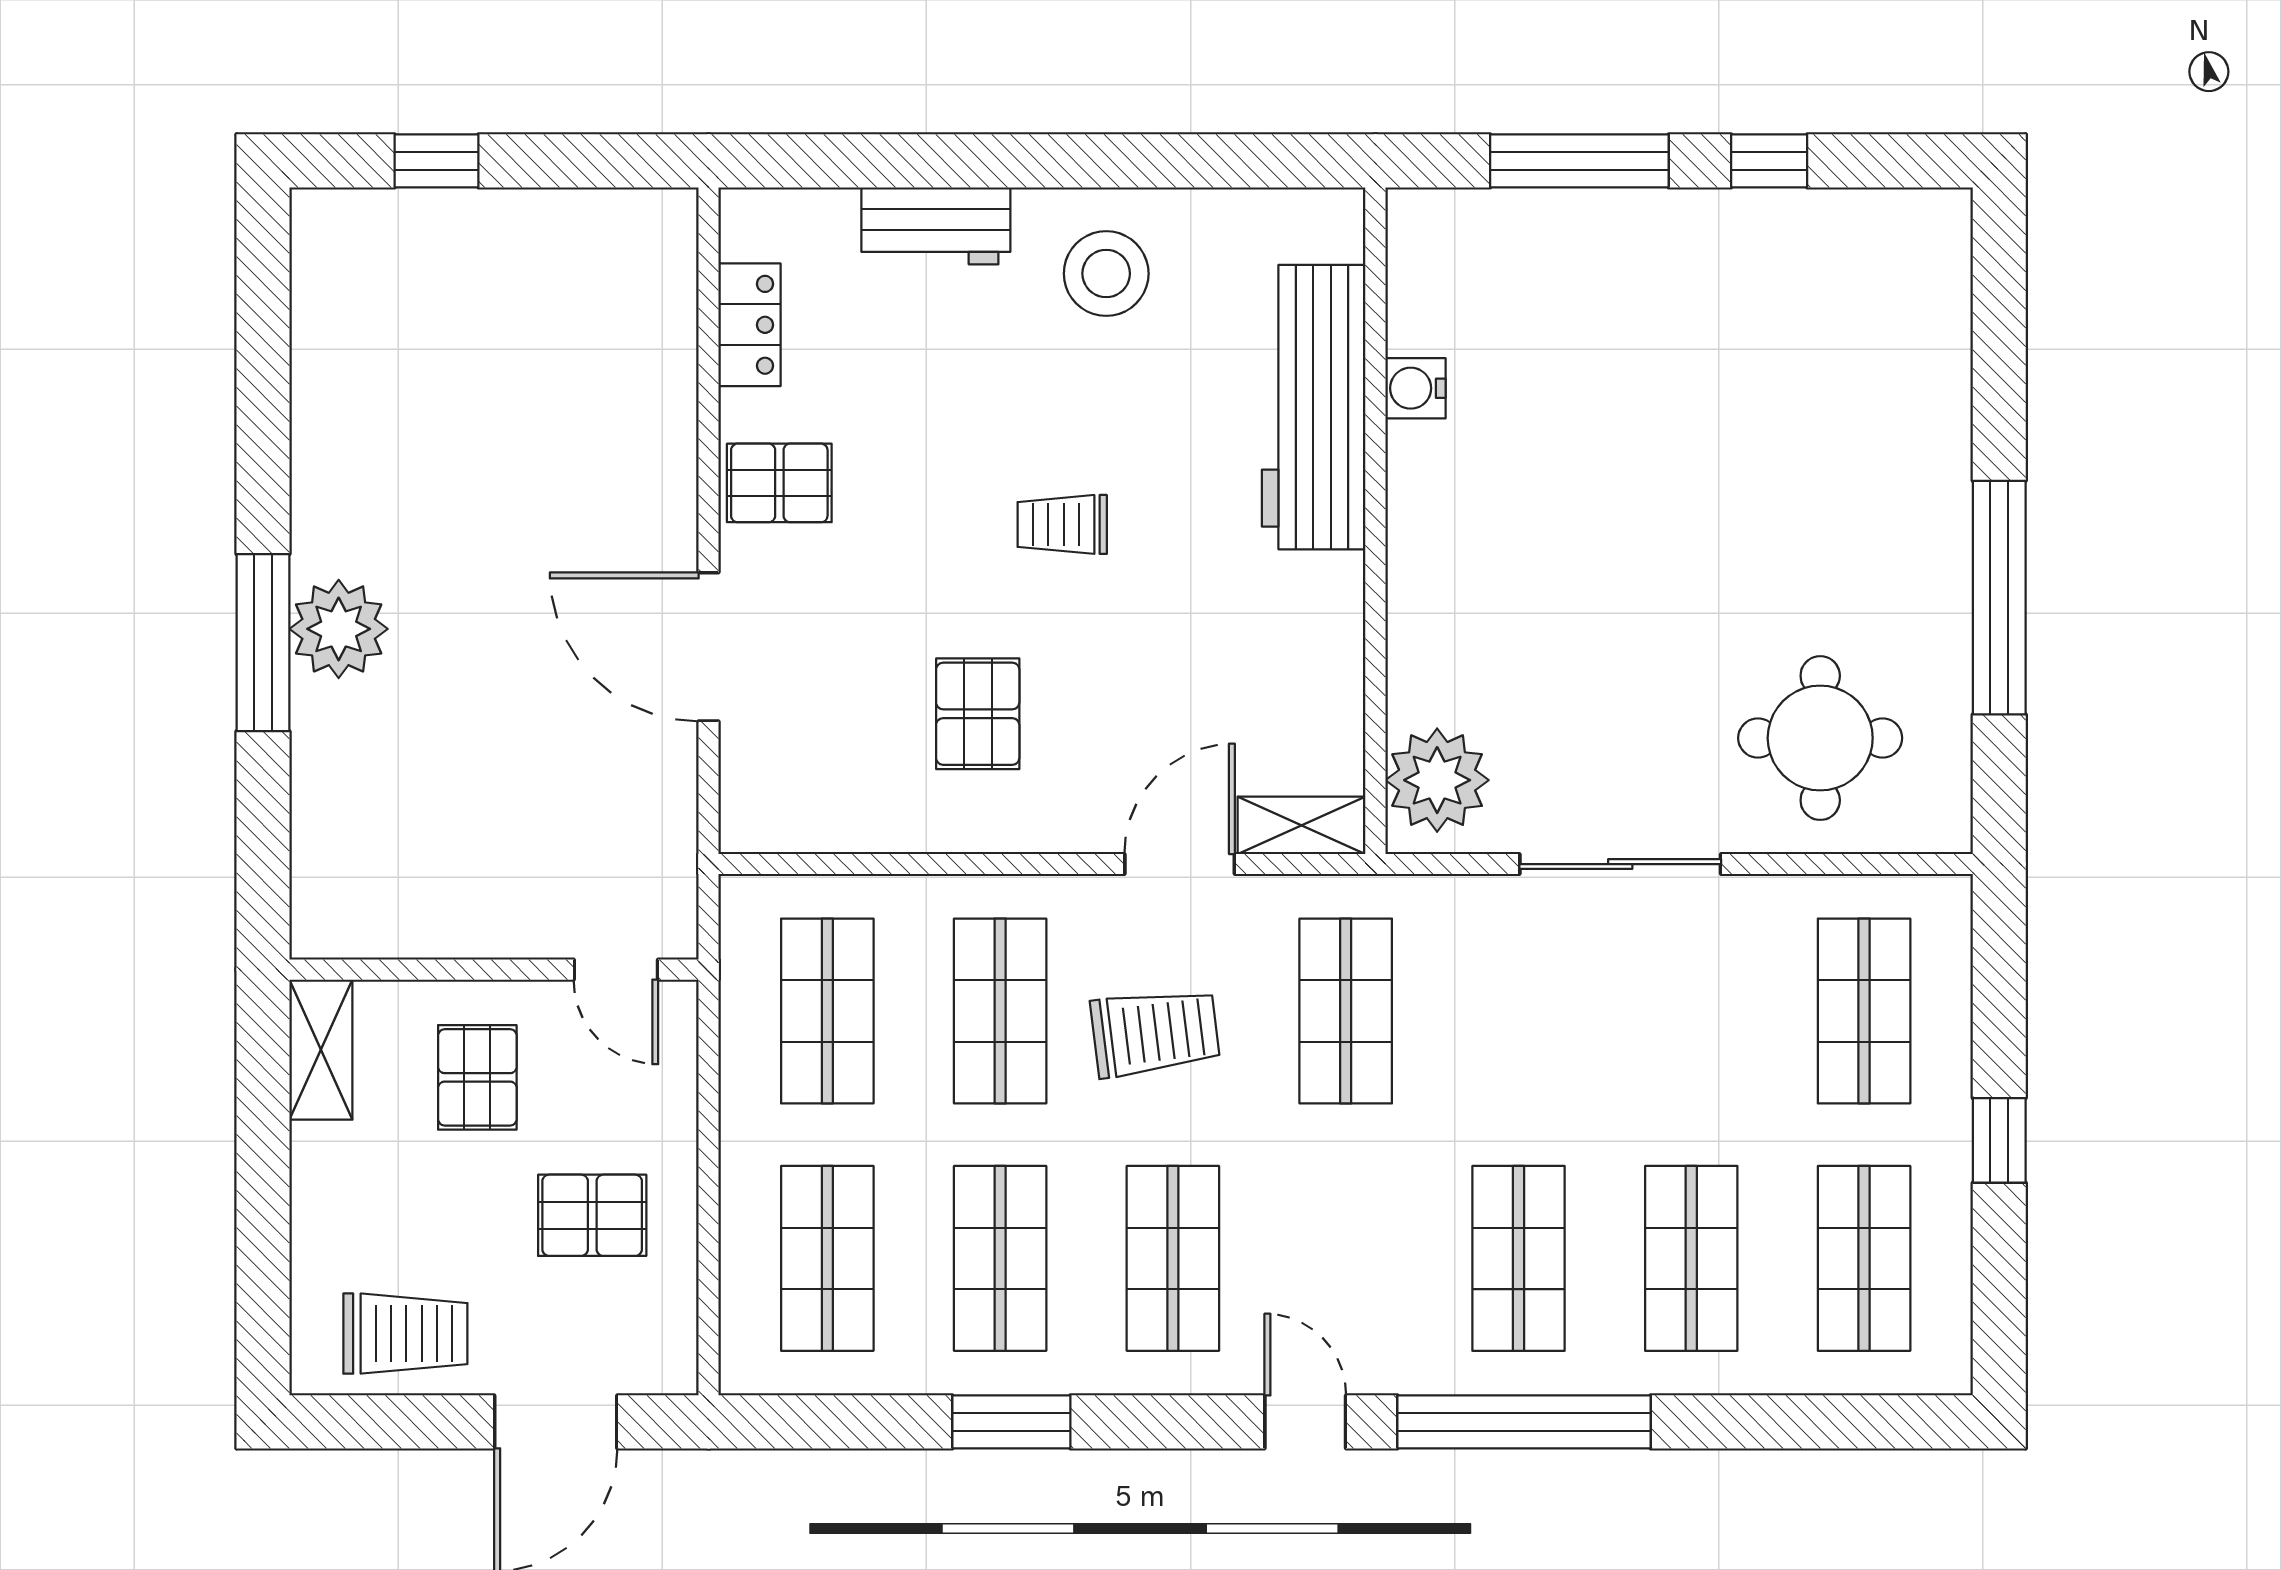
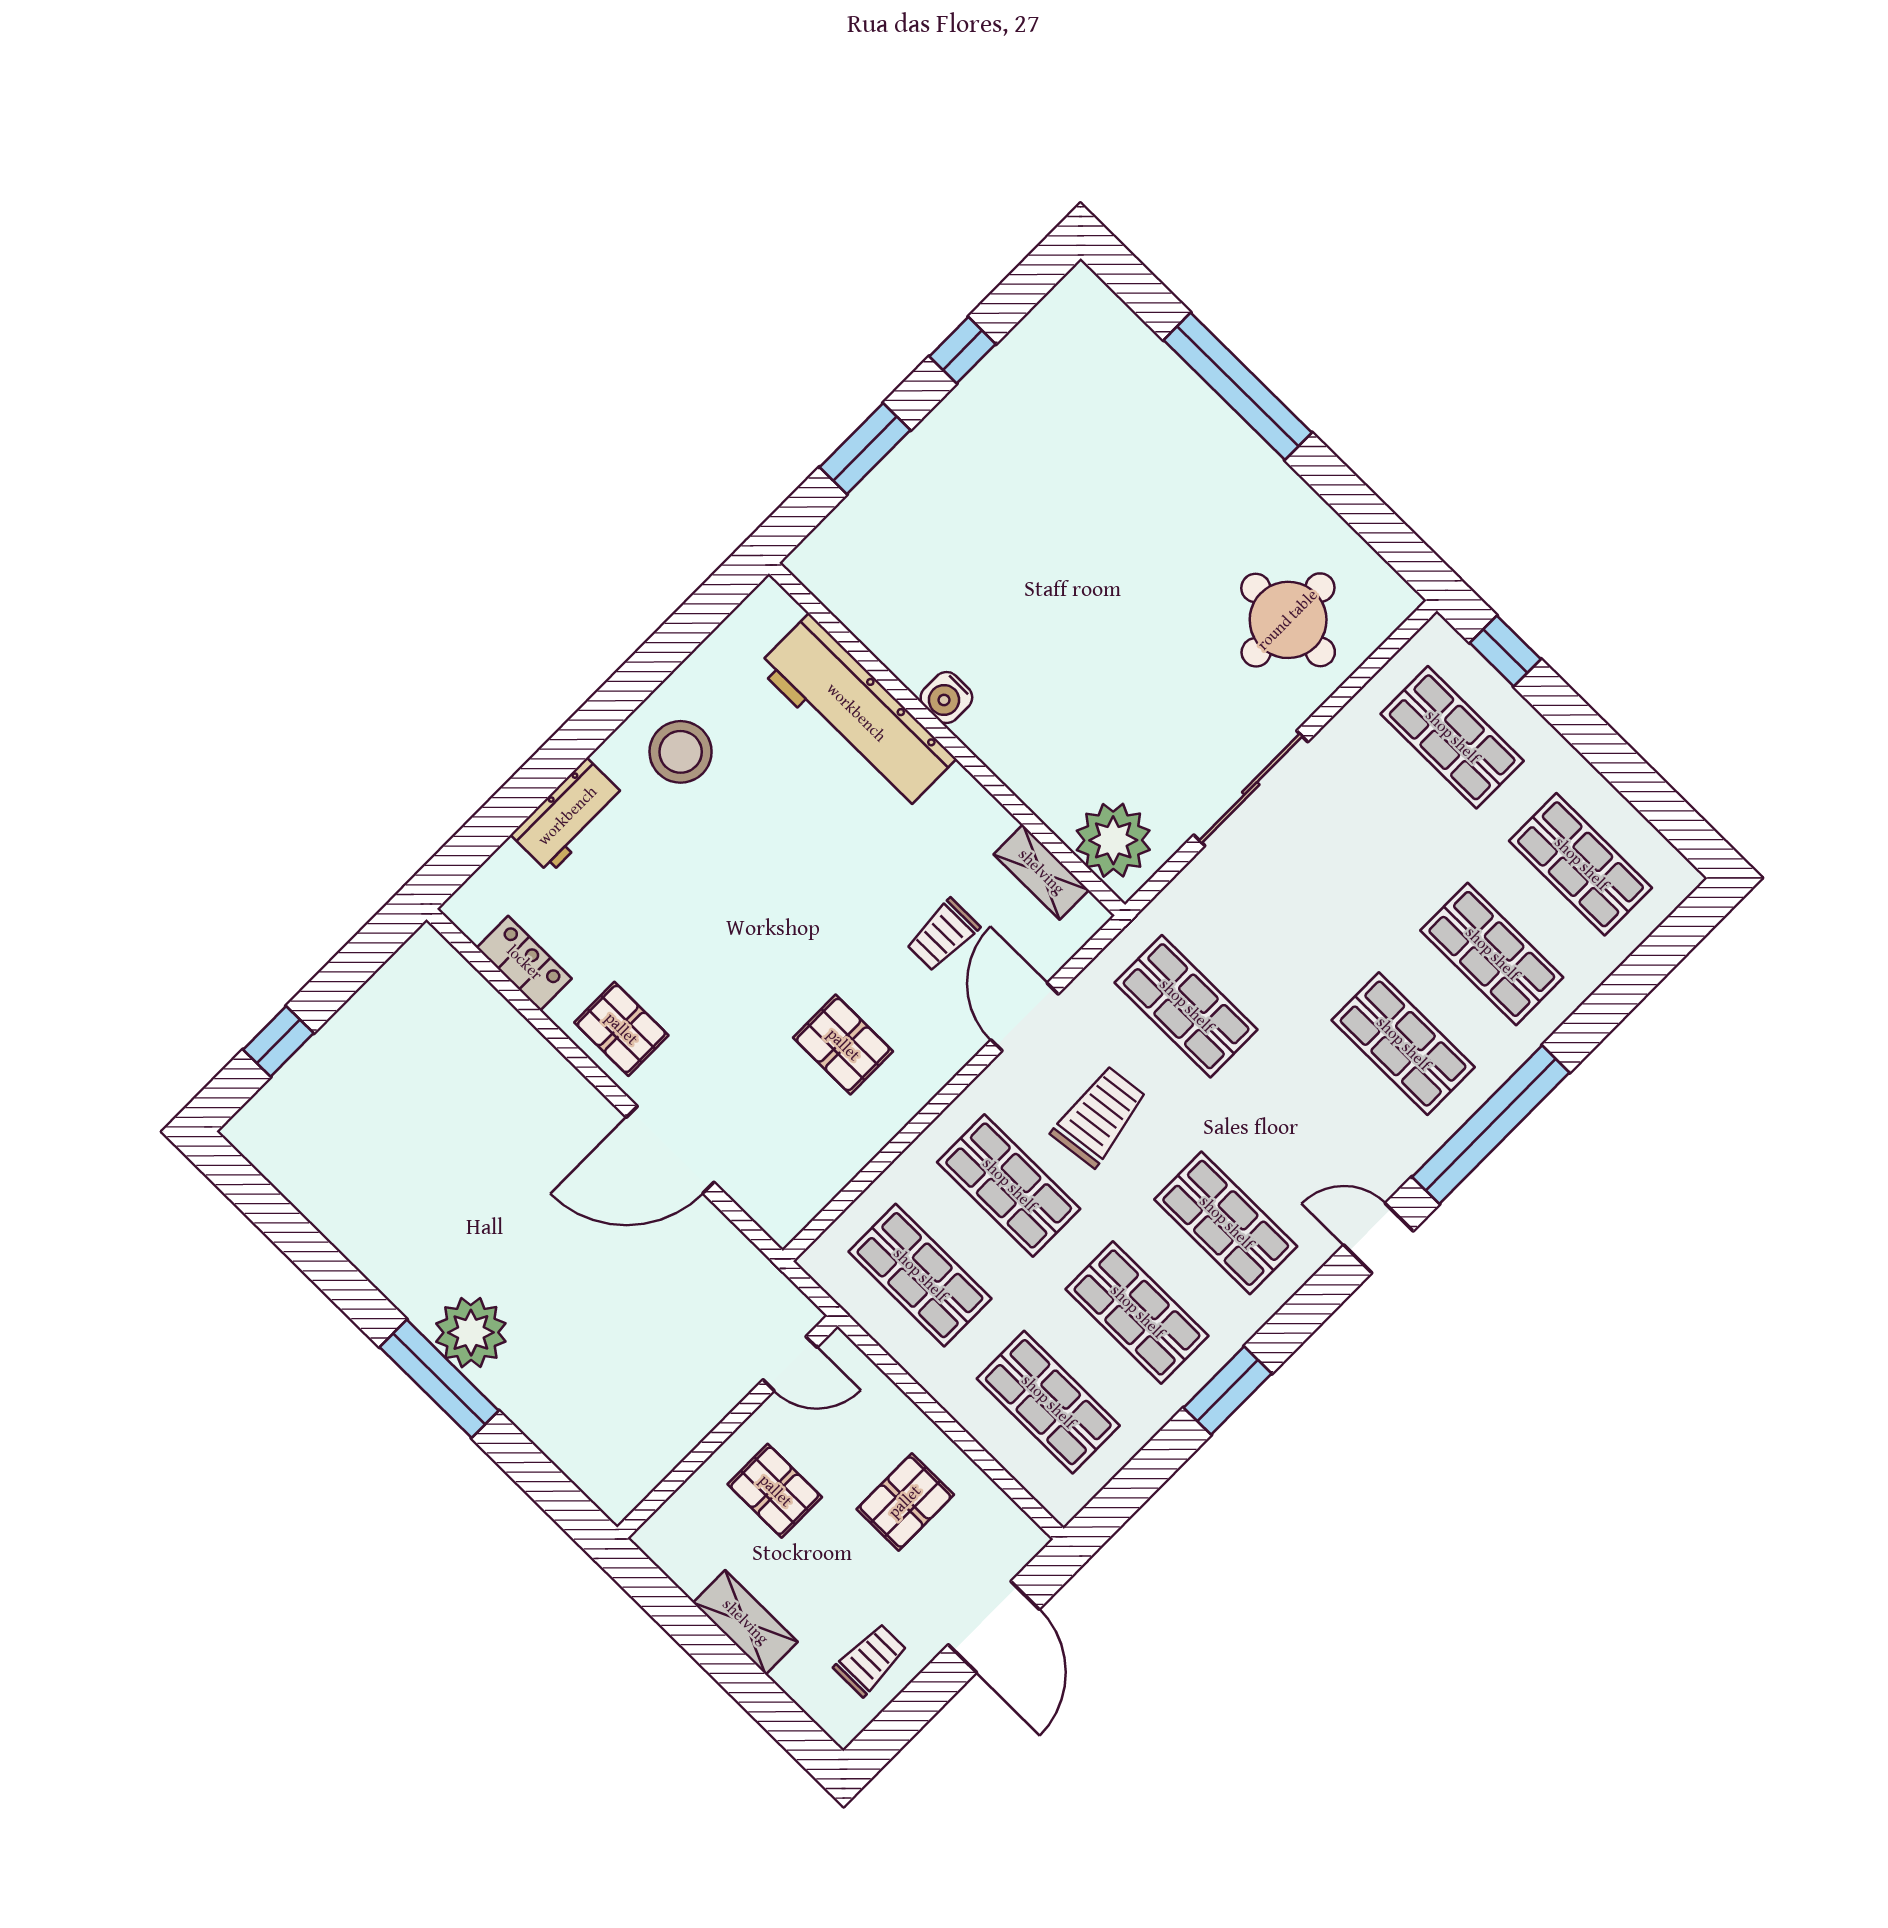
window: (1579, 161) -> (865, 449), width x0.69
water cooler: (1415, 388) -> (946, 697), moved
pallet: (779, 483) -> (621, 1029), turned 90
trolley: (1062, 524) -> (943, 935), moved
window: (1999, 598) -> (1238, 386), moved
shelving: (1302, 825) -> (1041, 872), moved, turned 90
shelving: (321, 1050) -> (745, 1622), moved
window: (1999, 1140) -> (1505, 651), moved
trolley: (405, 1334) -> (871, 1660), width x0.73, depth x0.72

